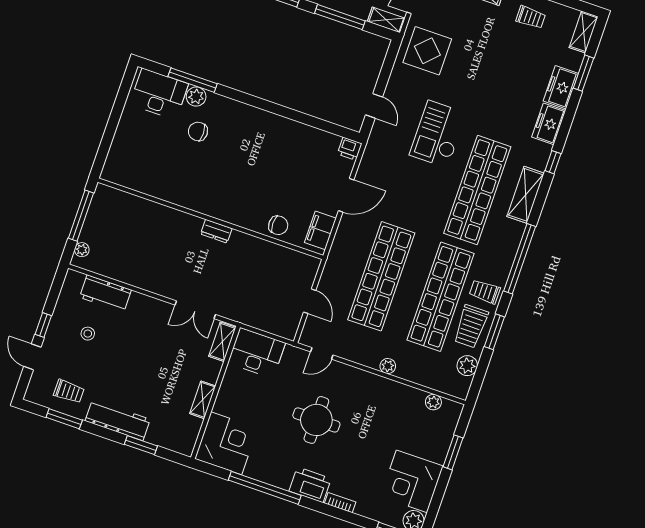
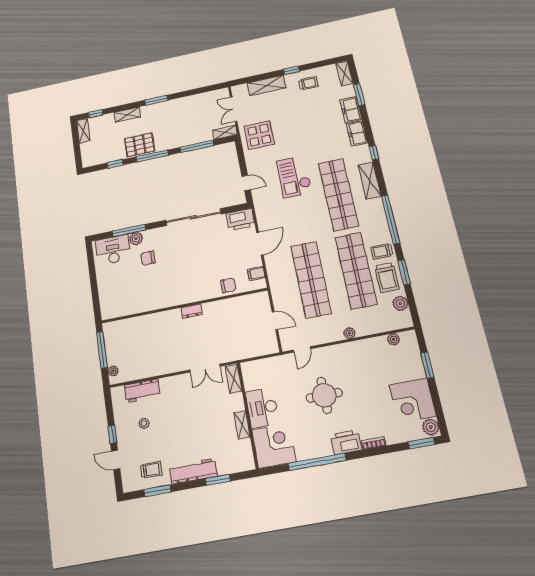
sliding door: (283, 111) -> (193, 217), added
printer: (350, 149) -> (240, 220), width x1.87, depth x1.48
filing cabinet: (320, 230) -> (256, 273), width x0.50
desk: (257, 353) -> (262, 408), moved, turned -90

